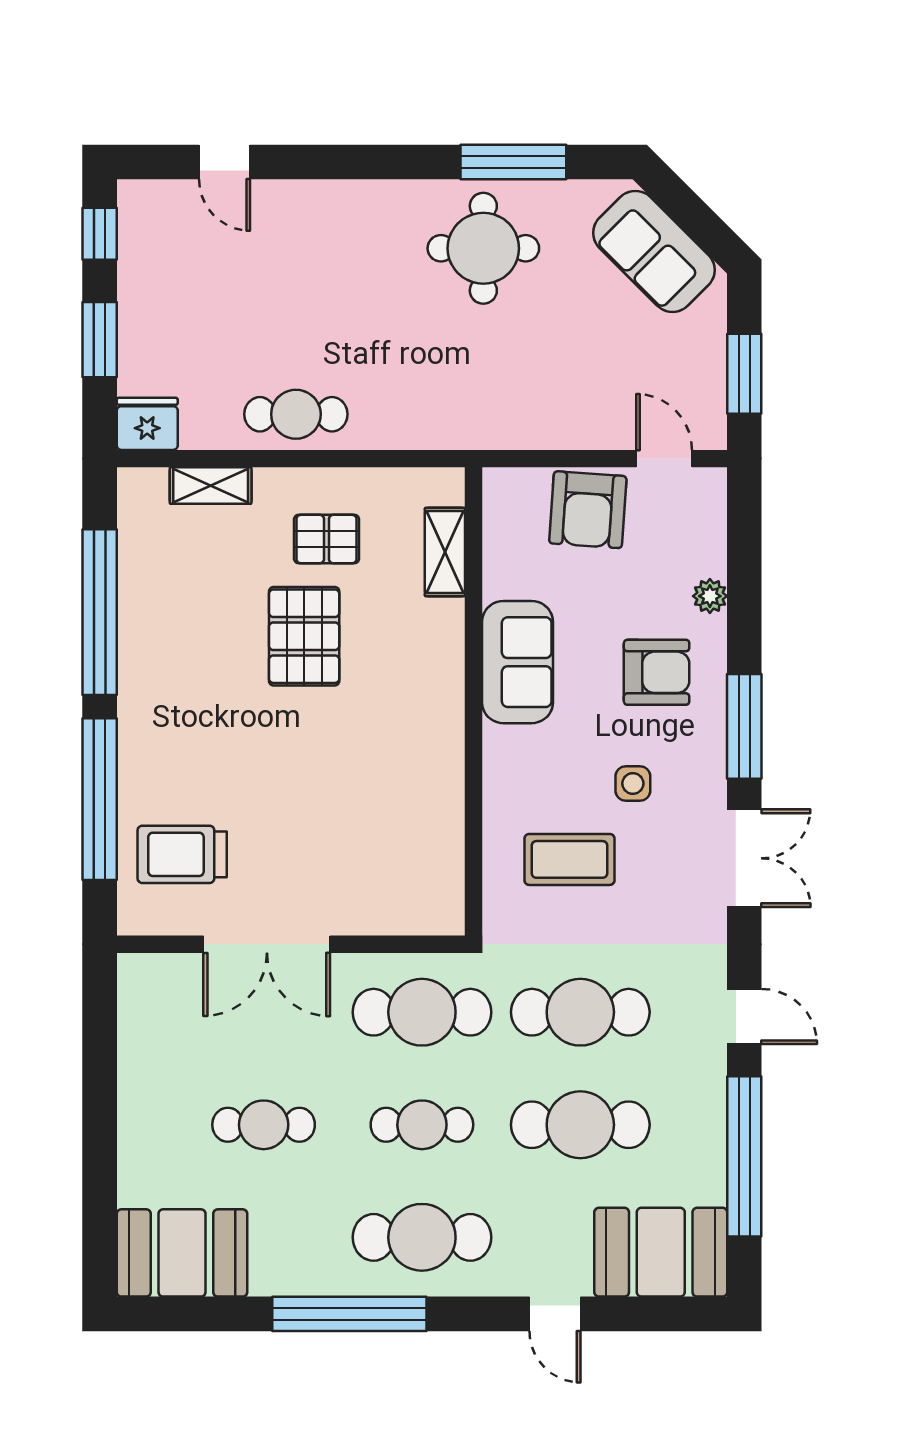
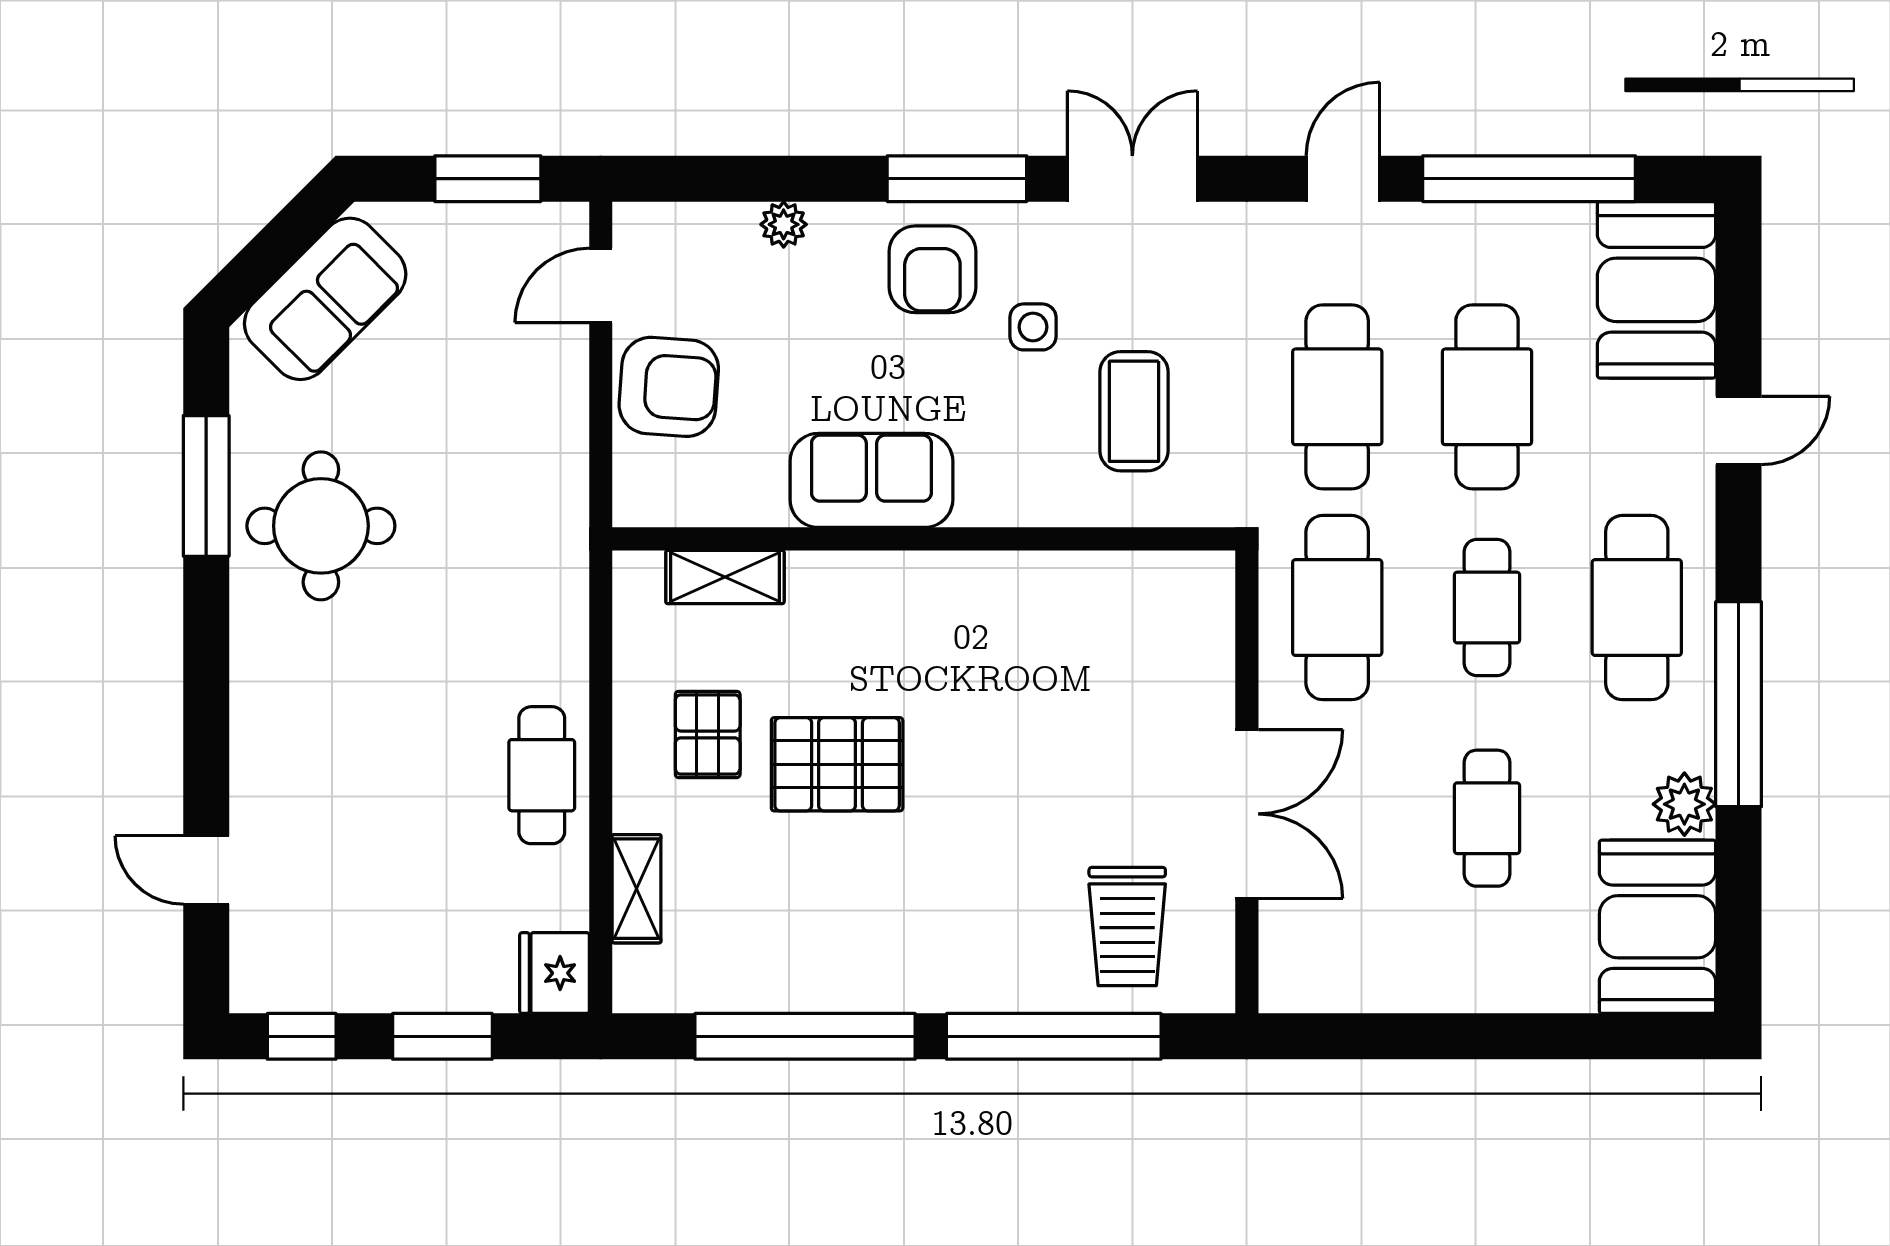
door: (225, 162) -> (206, 870), swing flipped
armchair: (657, 672) -> (932, 269), moved, turned 180
plant: (274, 1273) -> (1684, 804), added

